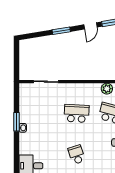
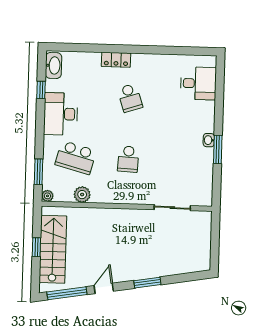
school desk: (77, 113) -> (128, 159), width x0.54

